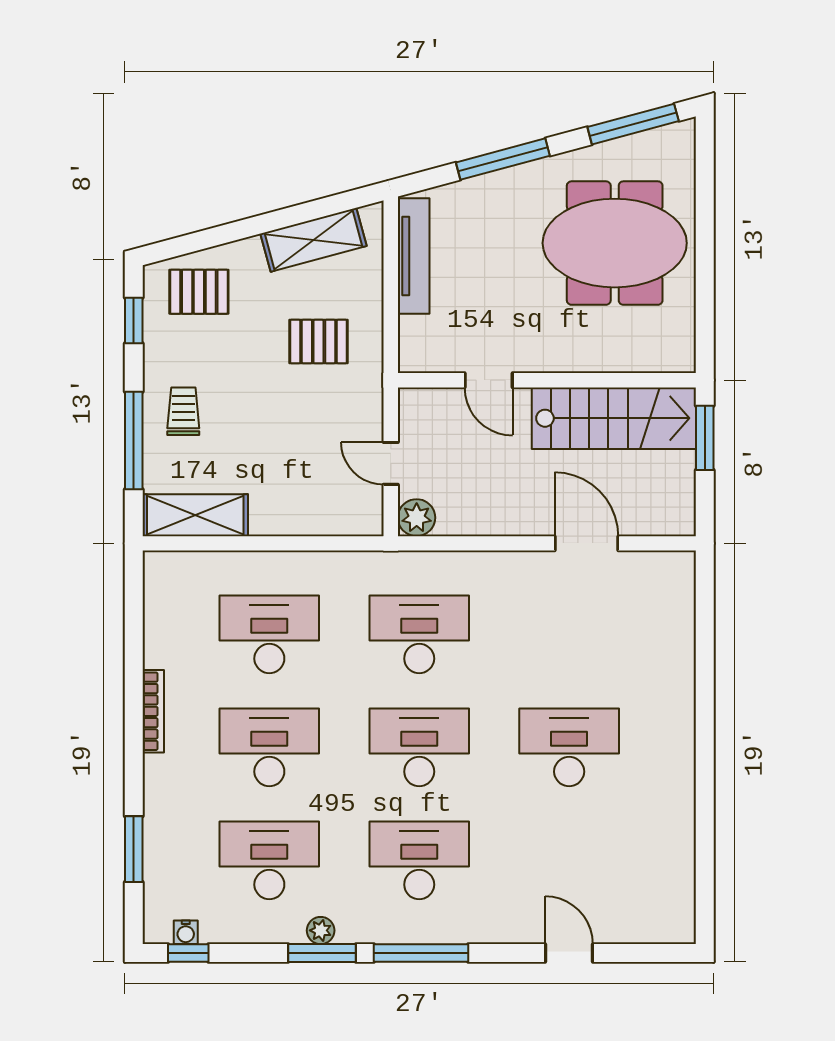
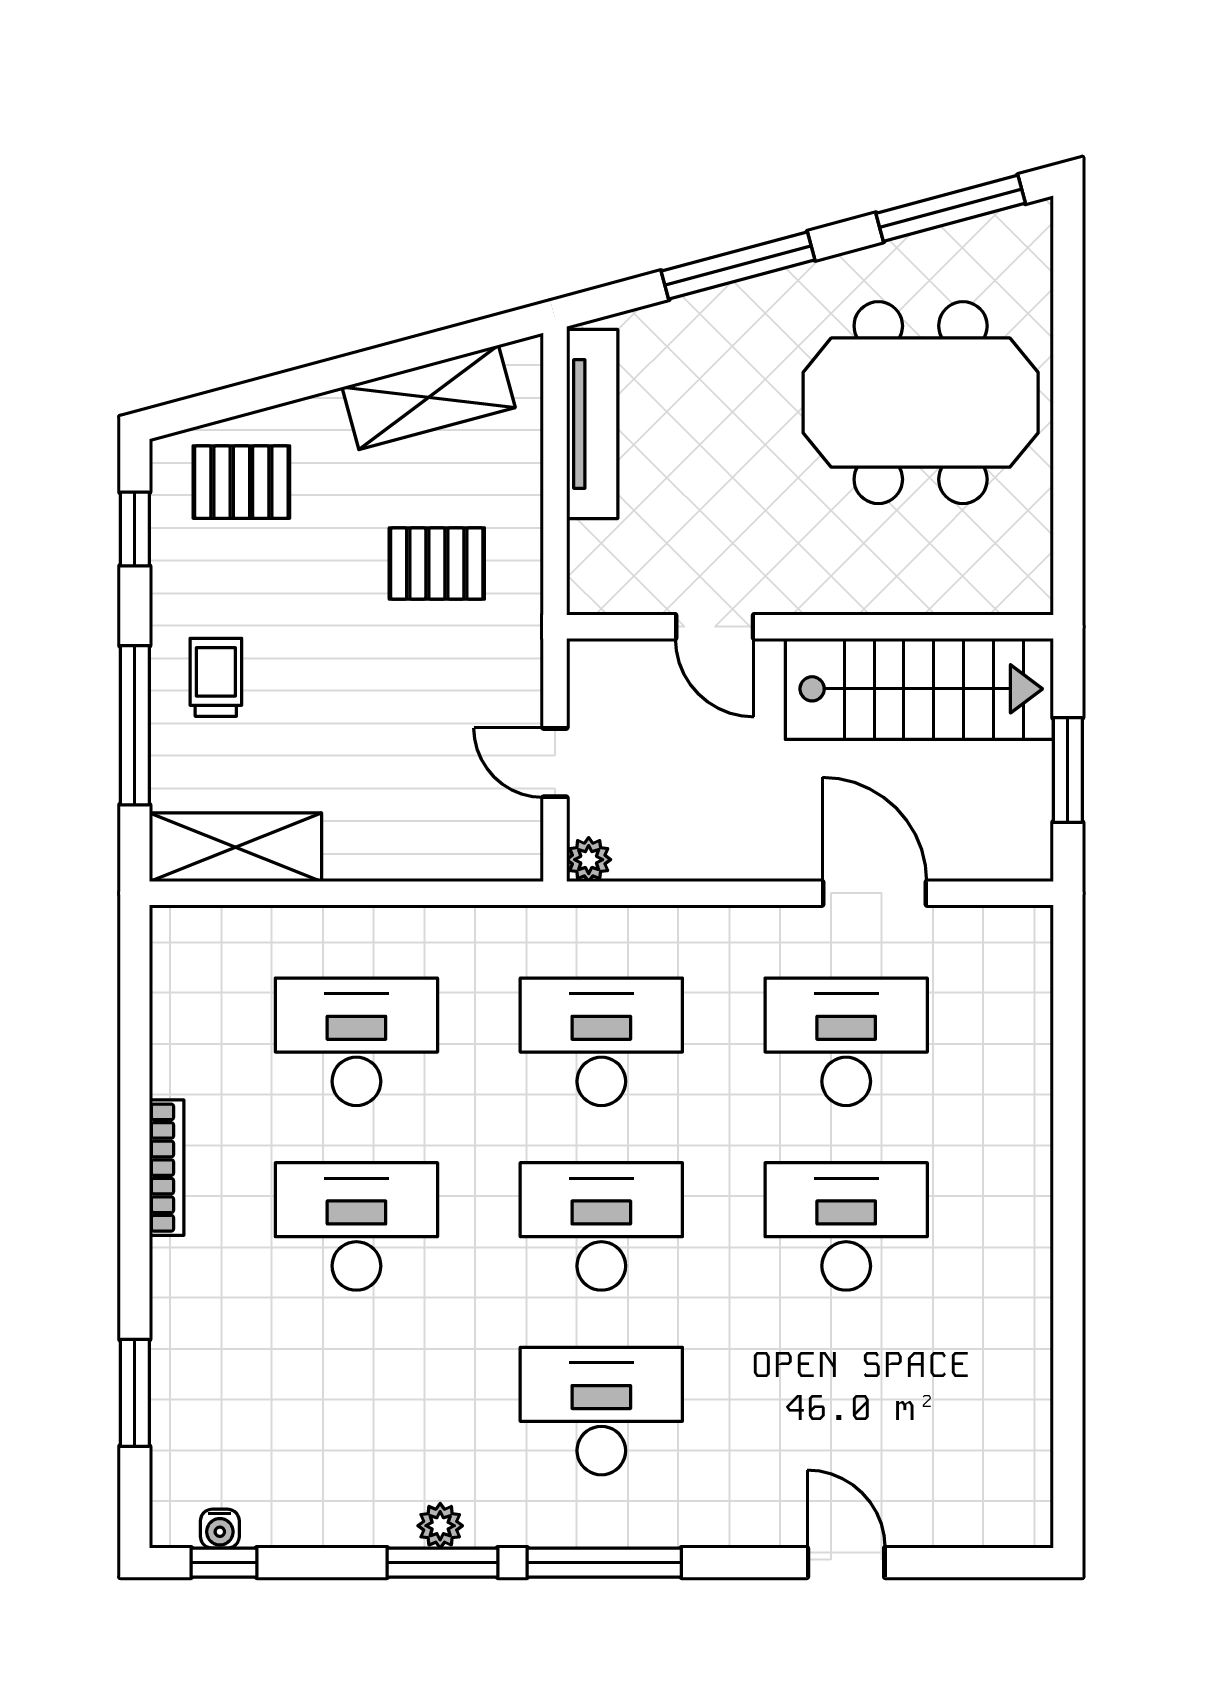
window: (705, 438) -> (1068, 770), moved
plant: (417, 518) -> (589, 860), width x0.73, depth x0.73
desk: (269, 860) -> (846, 1042), moved

